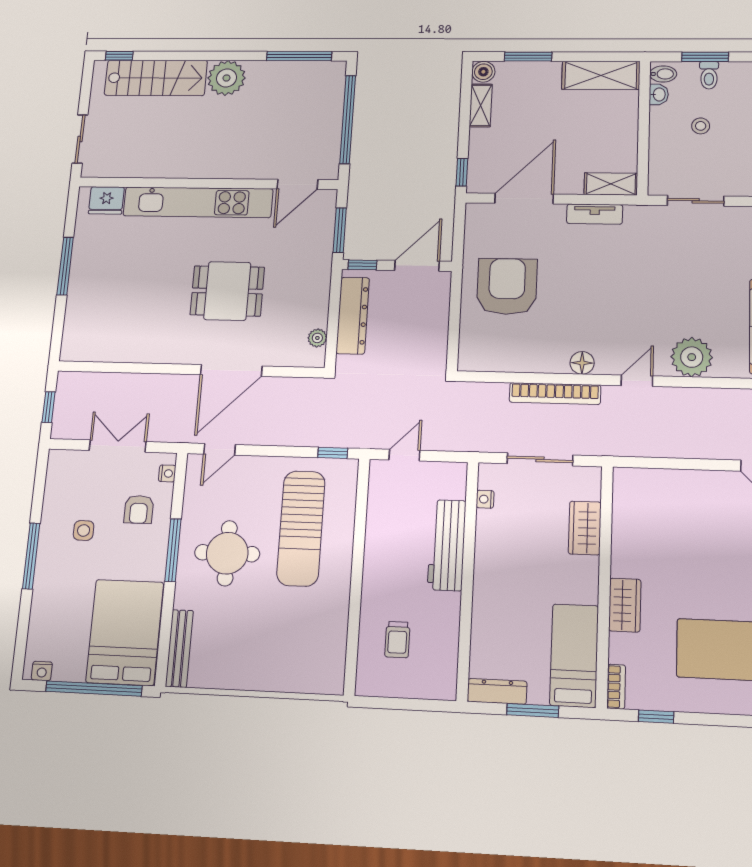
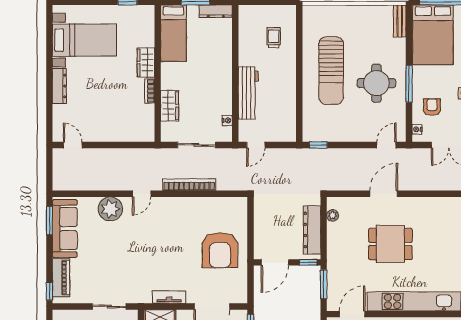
floor lamp: (582, 363) -> (174, 204), removed
door: (231, 370) -> (384, 194), width x0.73
door: (404, 455) -> (256, 145), moved
sun lounger: (301, 528) -> (331, 71), moved, turned 180
bench: (179, 648) -> (400, 21), width x0.73
bookcase: (616, 687) -> (150, 91), moved

